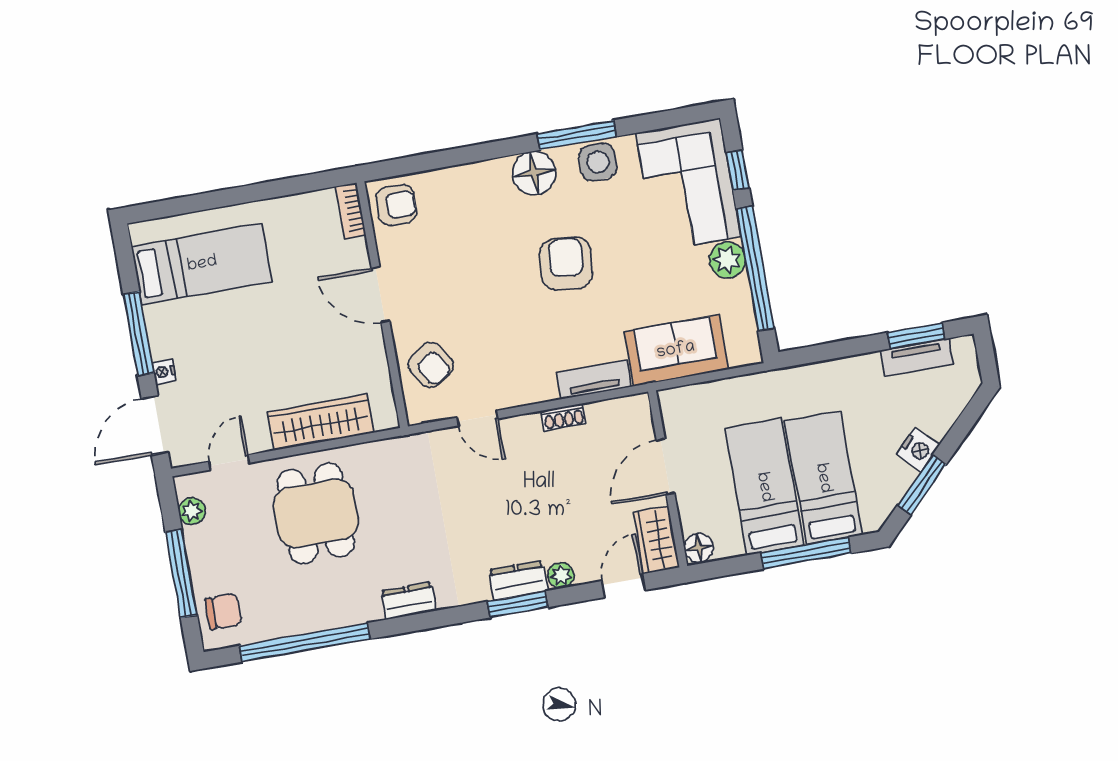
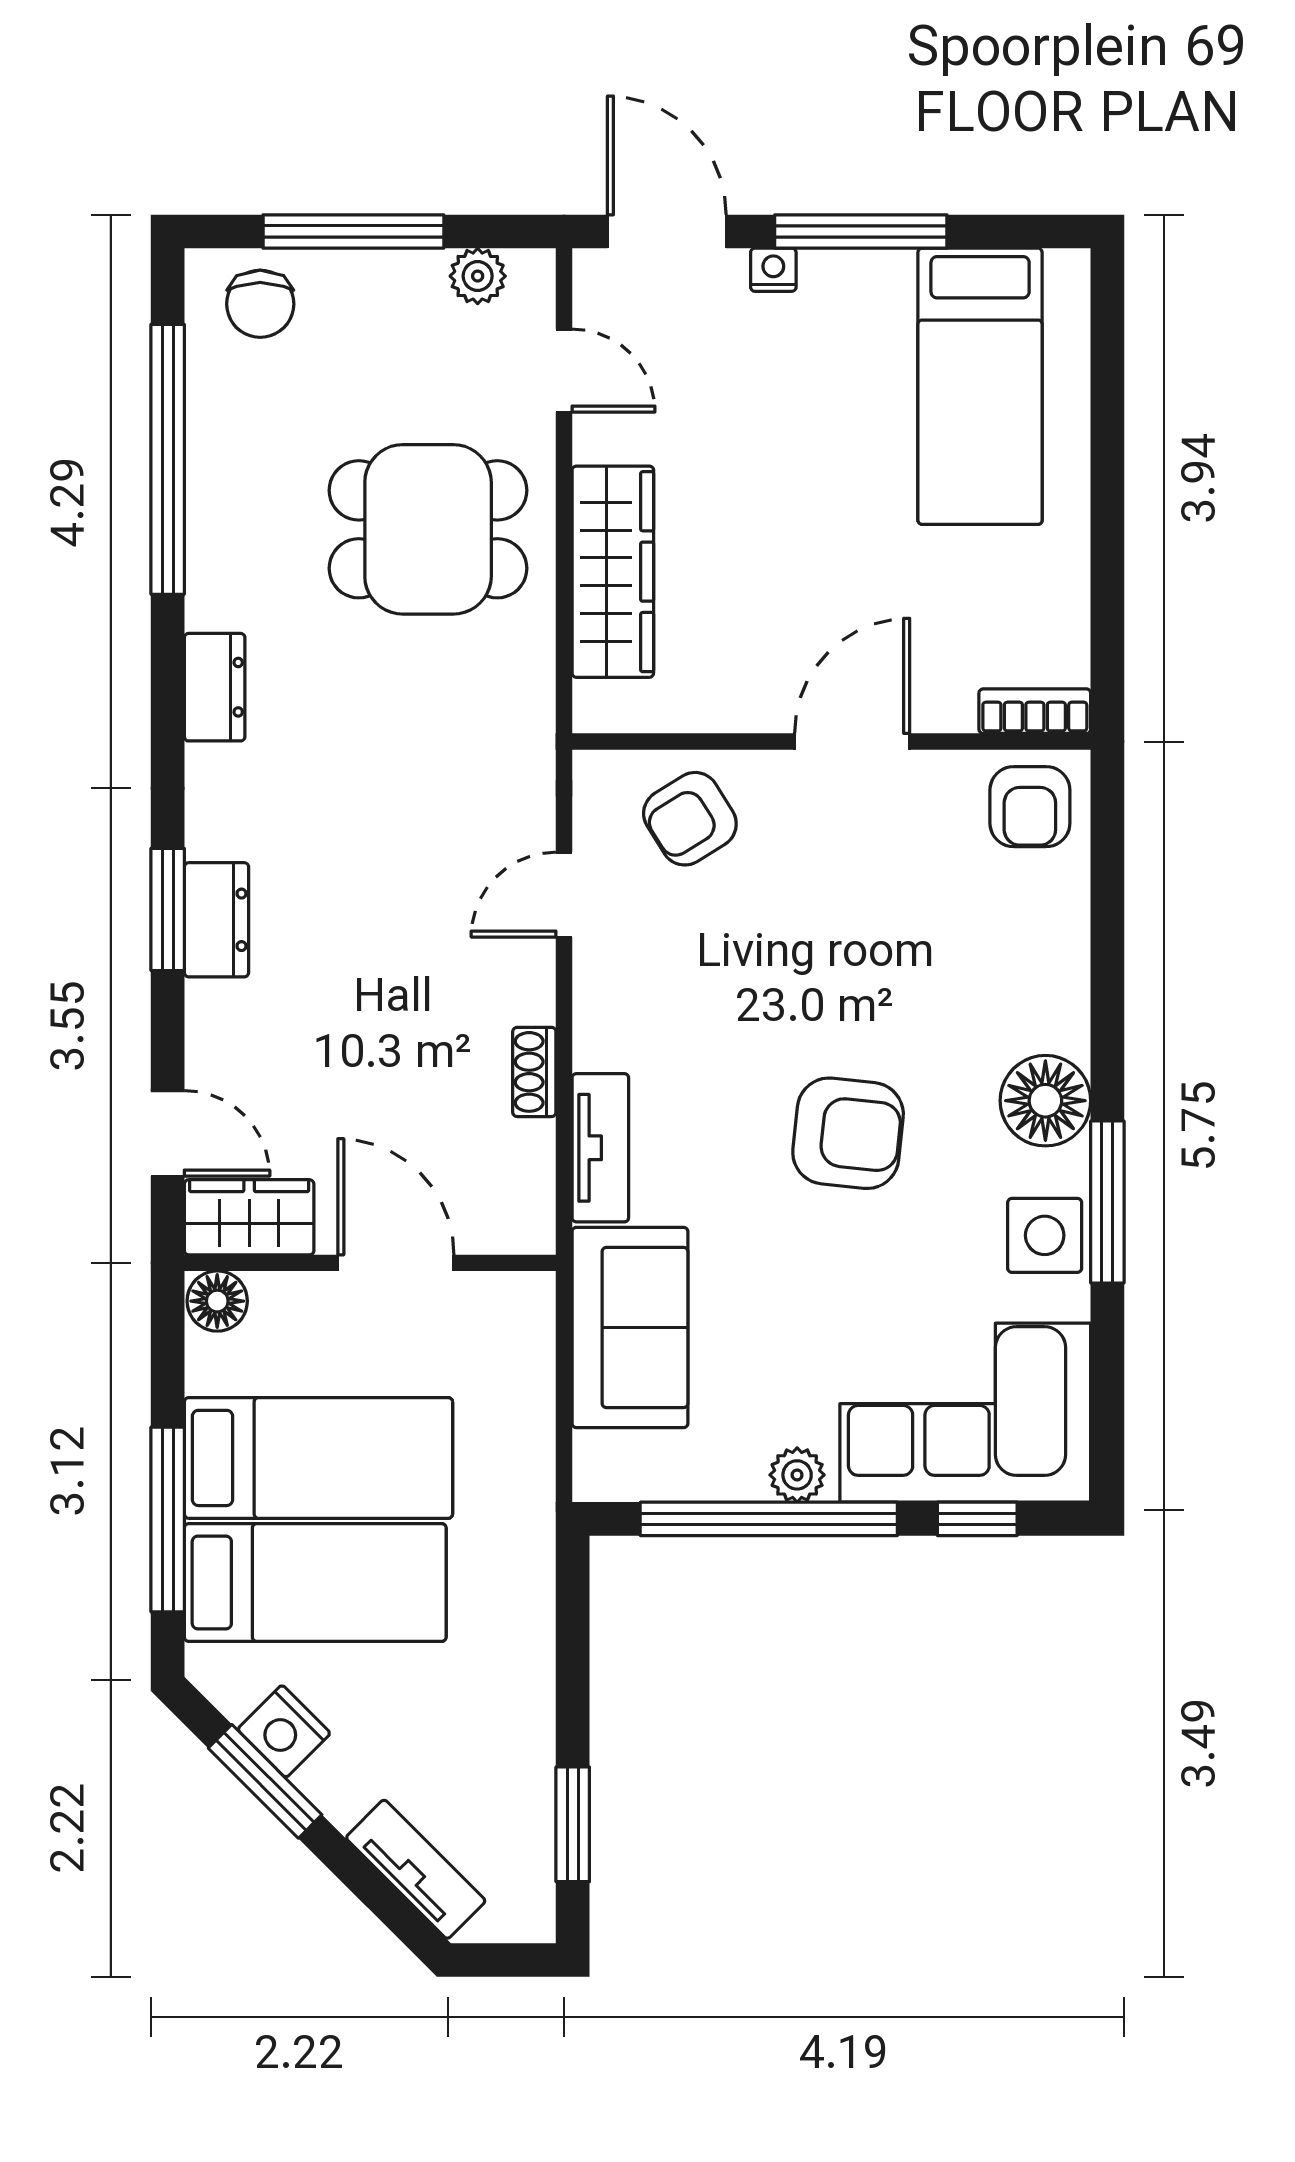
plant: (727, 260) -> (797, 1475), width x0.73, depth x0.73
tv unit: (917, 357) -> (416, 1869), moved, turned 135
nightstand: (918, 449) -> (284, 1731), moved
plant: (561, 575) -> (211, 1009), removed

